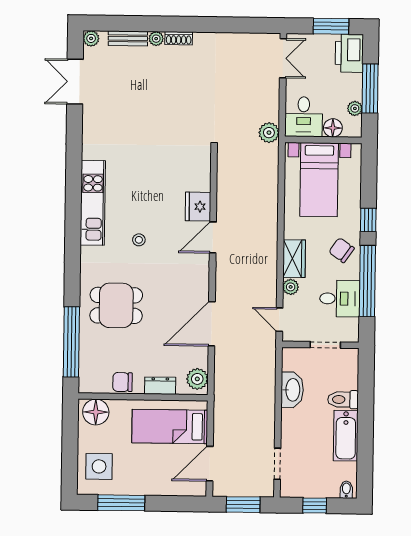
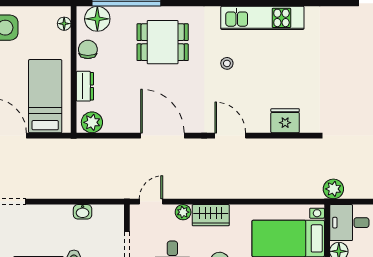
fridge: (198, 207) -> (285, 121), moved
dining table: (116, 305) -> (163, 42), turned 90
door: (212, 324) -> (163, 136), moved
floor lamp: (91, 372) -> (97, 19), added
washbasin: (292, 390) -> (83, 212), width x0.52, depth x0.69
floor lamp: (96, 412) -> (64, 24), width x0.53, depth x0.53

